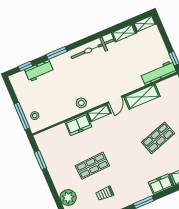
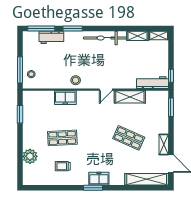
window: (25, 66) -> (41, 29), width x2.17
shelving: (99, 113) -> (87, 95), removed
shop shelf: (158, 138) -> (129, 138), turned 42
freezer: (161, 184) -> (99, 179), moved

